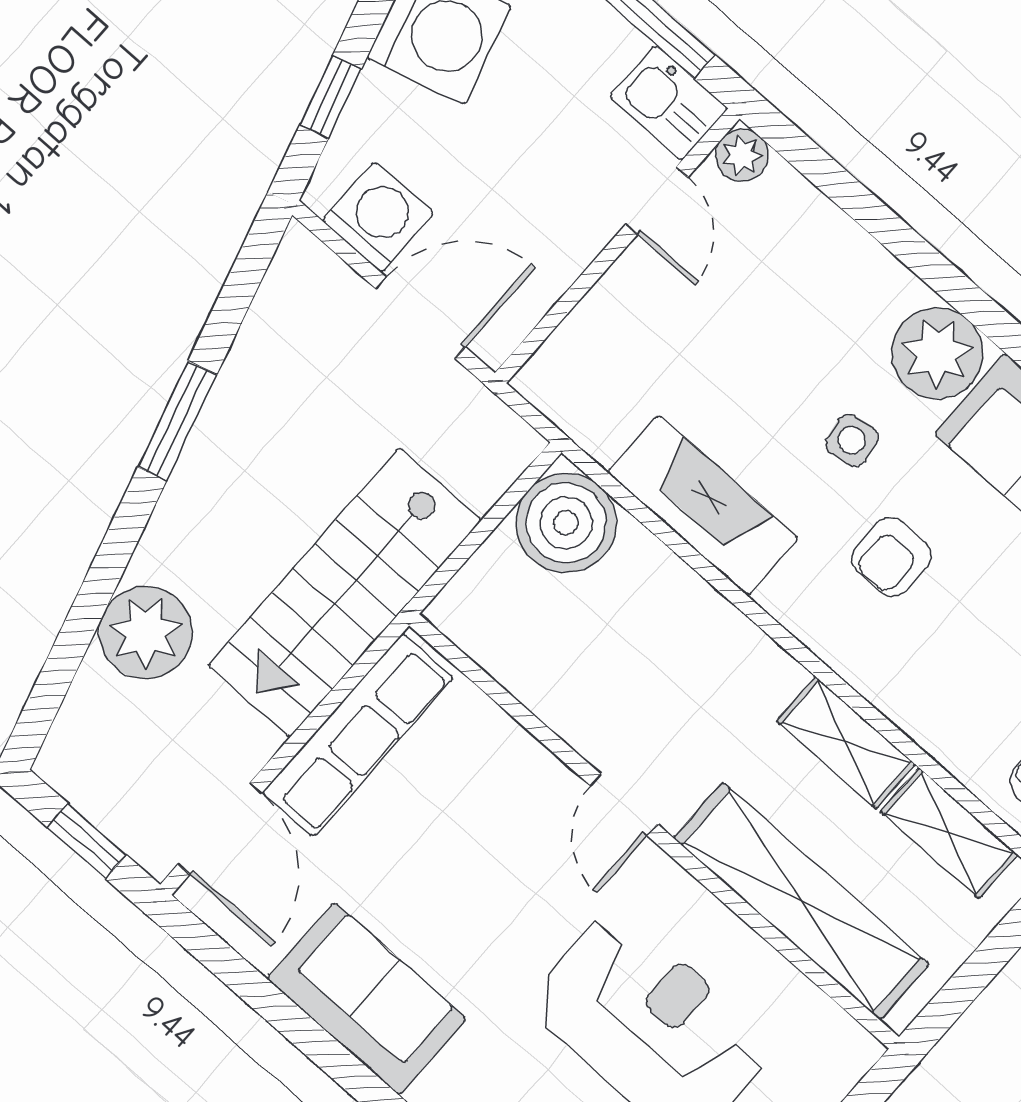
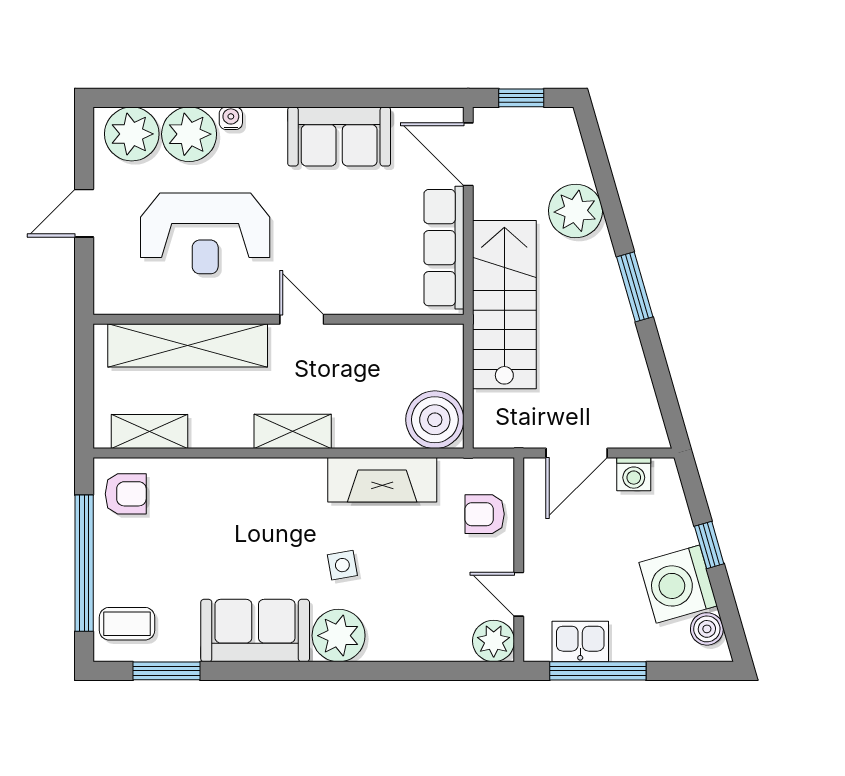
window: (331, 97) -> (709, 545), moved
kitchen sink: (669, 103) -> (580, 642), moved
plant: (742, 155) -> (494, 641), width x1.38, depth x1.38
washing machine: (378, 217) -> (634, 474), width x0.73, depth x0.73
window: (177, 421) -> (635, 287), moved
armchair: (892, 557) -> (485, 514), moved, turned -90
shelving: (846, 743) -> (293, 431), moved

